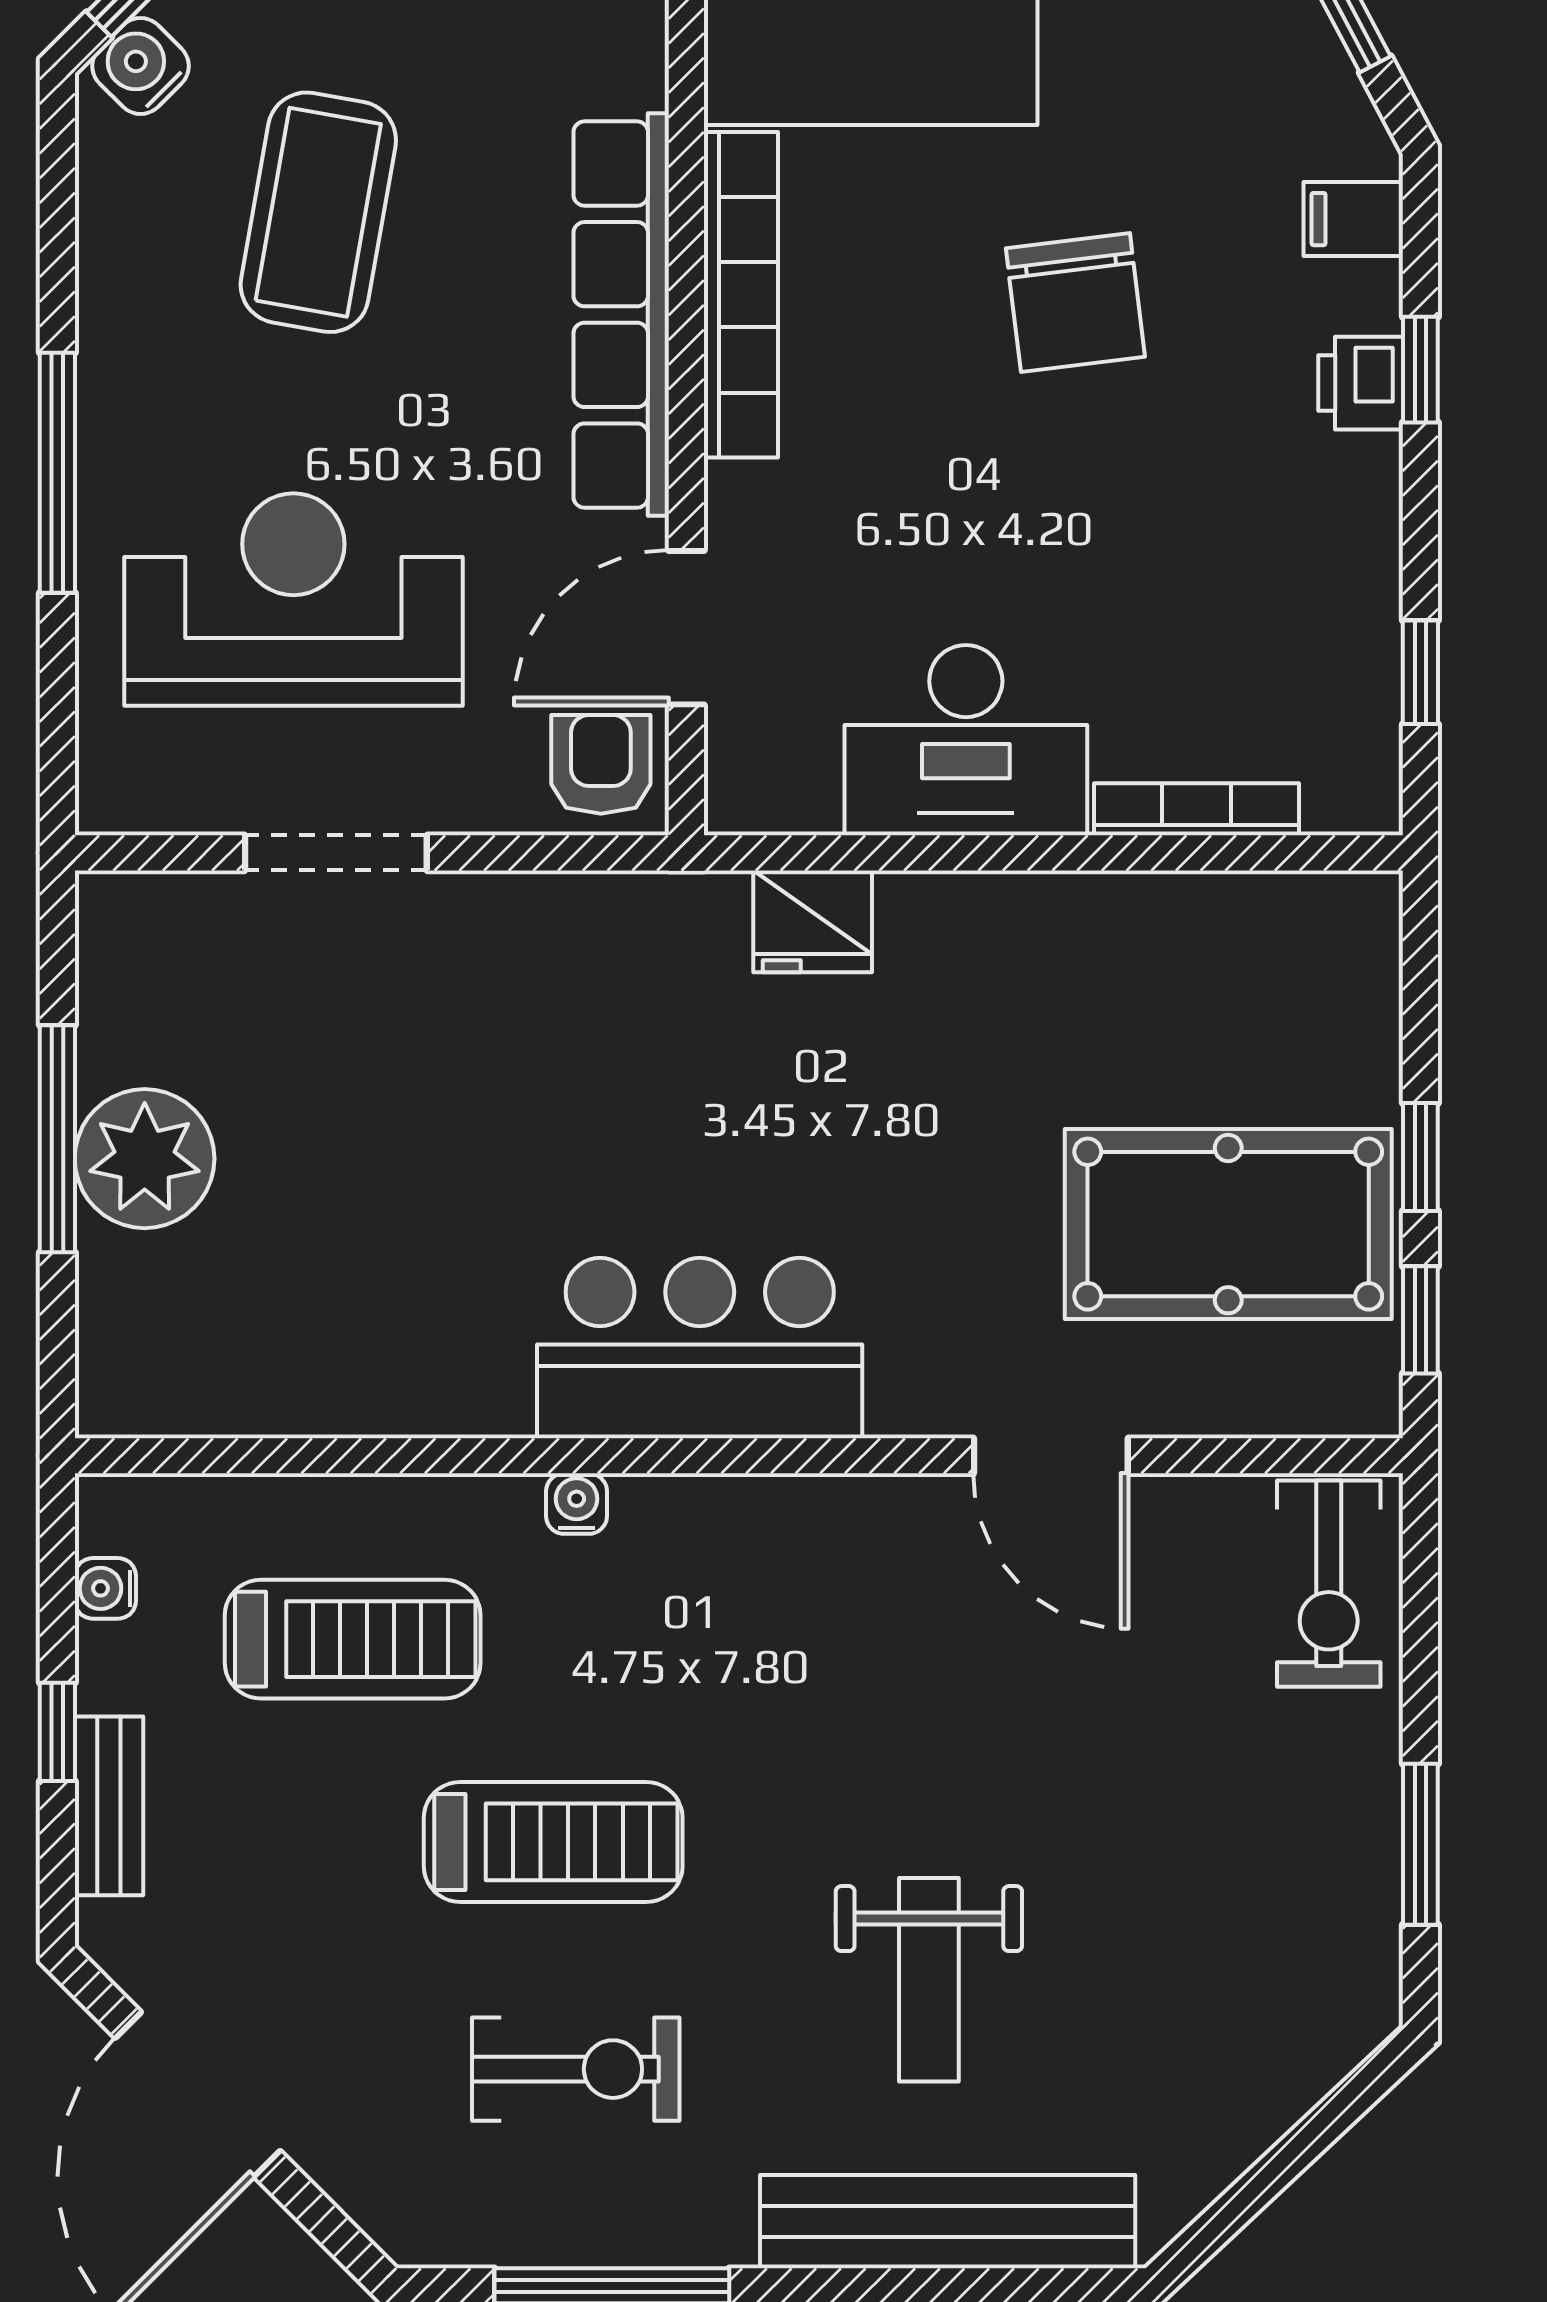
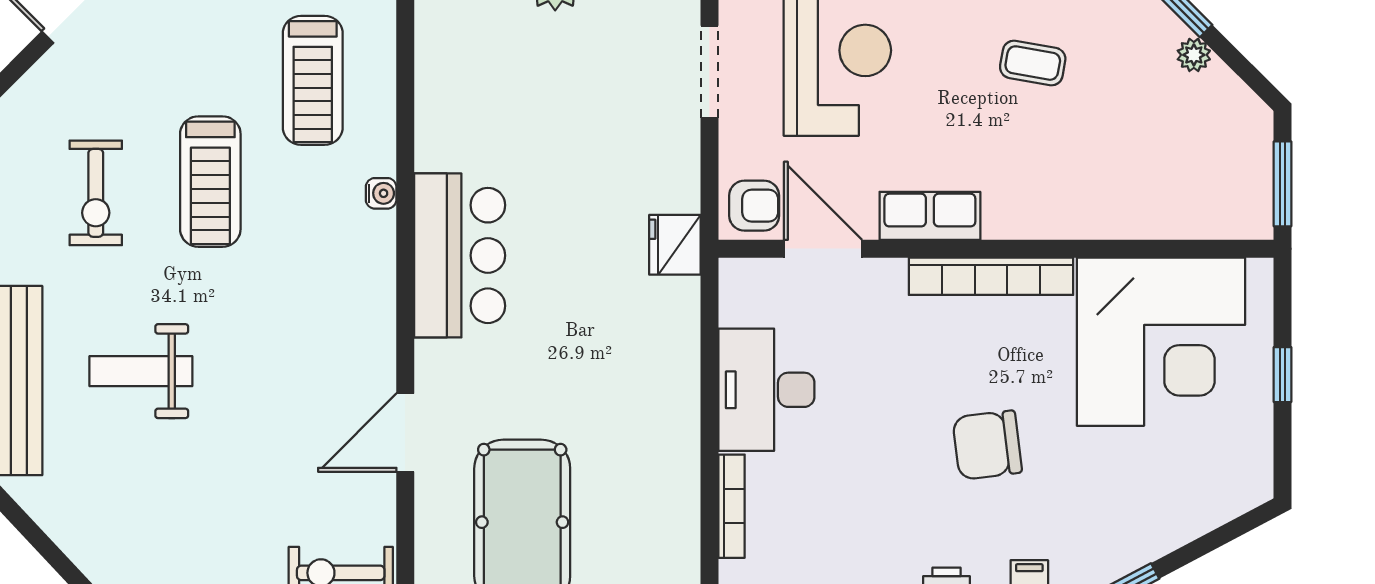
coffee table: (318, 212) -> (1033, 63), width x0.54, depth x0.58
row of seats: (621, 315) -> (930, 216), width x0.50
fridge: (813, 921) -> (675, 245), moved

